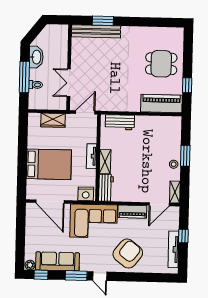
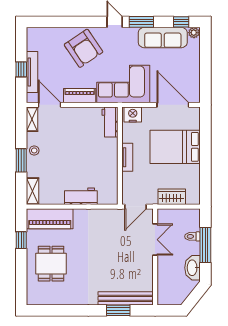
dining table: (161, 64) -> (51, 264), turned 90
workbench: (120, 122) -> (81, 196), moved
shelving: (105, 161) -> (33, 191), moved
door: (159, 204) -> (49, 105), hinge flipped
tv unit: (173, 249) -> (32, 72), moved
armchair: (128, 254) -> (84, 48), turned -72

